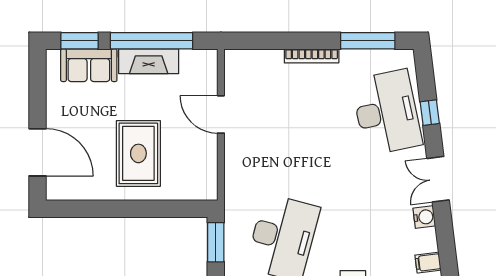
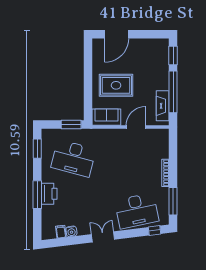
fireplace: (149, 61) -> (163, 106), moved
sofa: (89, 65) -> (106, 117), moved, turned 90
window: (430, 113) -> (154, 230), moved
water cooler: (424, 217) -> (71, 231), moved

